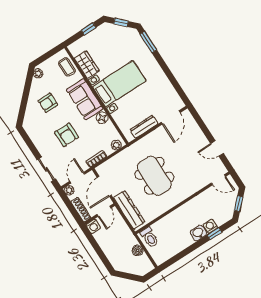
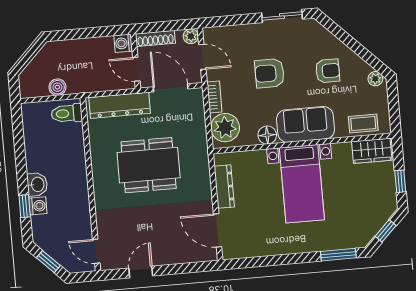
wardrobe: (87, 65) -> (372, 151), moved
armchair: (48, 103) -> (328, 71), turned 90
plant: (116, 145) -> (225, 128), width x1.88, depth x1.88
sliding door: (46, 169) -> (282, 16), moved
door: (219, 180) -> (96, 251), hinge flipped

